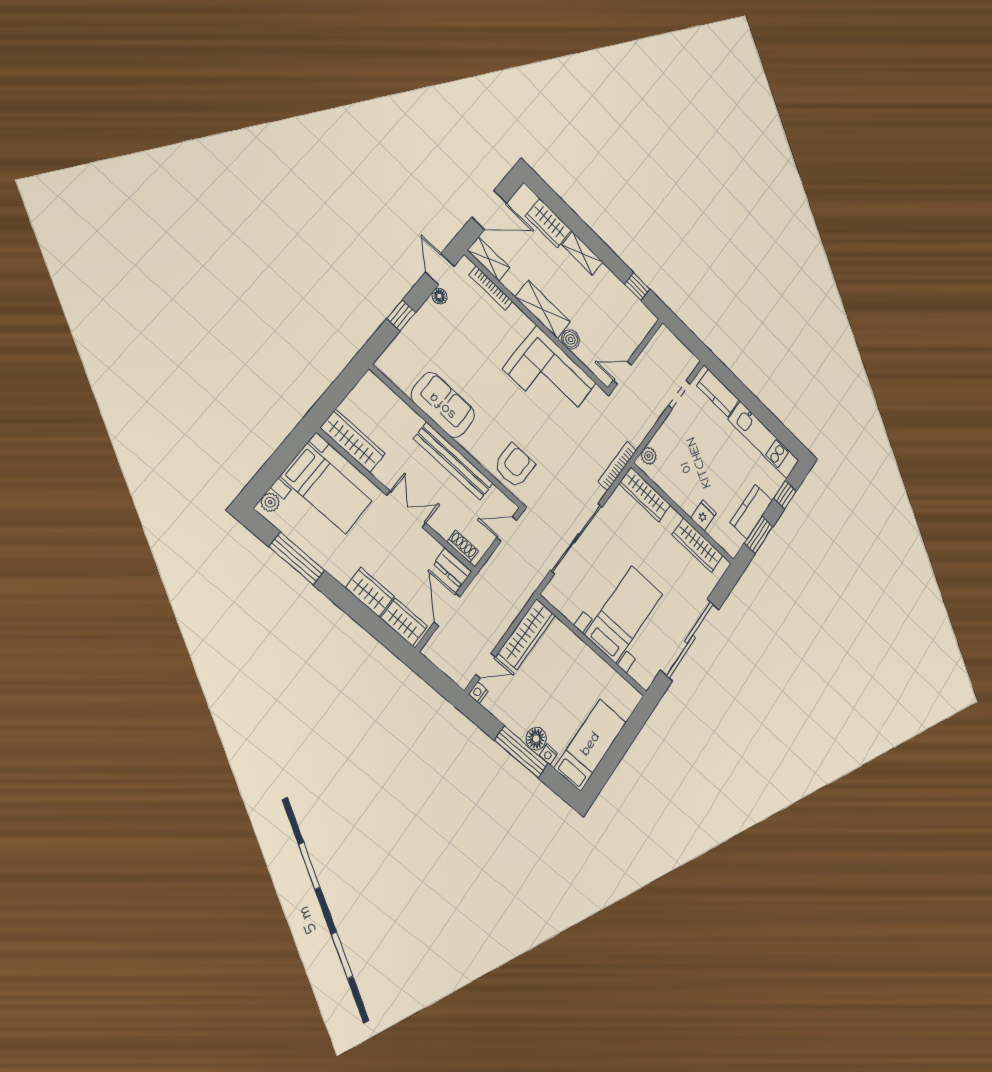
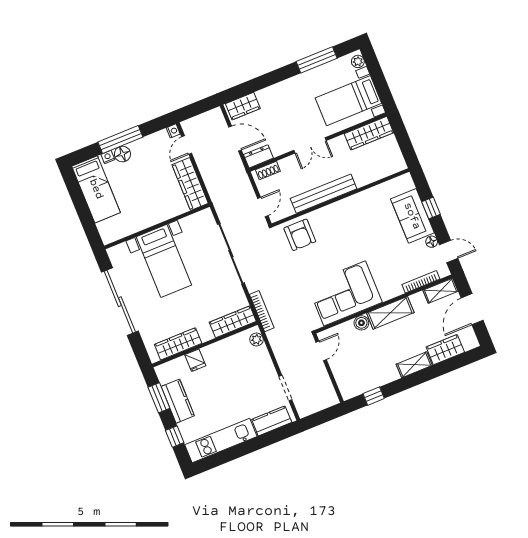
sofa: (443, 405) -> (412, 216), moved, turned 90
wardrobe: (370, 592) -> (273, 94), removed

